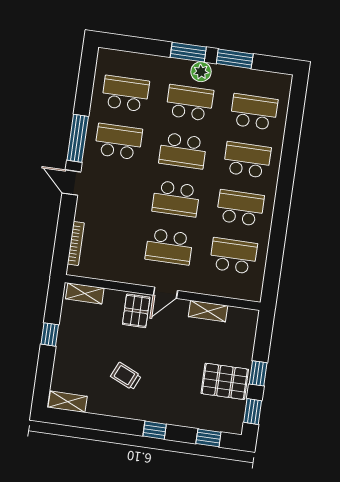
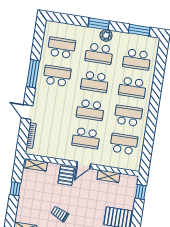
window: (235, 59) -> (139, 30), moved
school desk: (190, 103) -> (99, 54), turned 180
school desk: (254, 112) -> (137, 59), turned 180
school desk: (247, 160) -> (132, 88), turned 180
door: (71, 183) -> (27, 112), moved
window: (258, 373) -> (141, 192), moved

